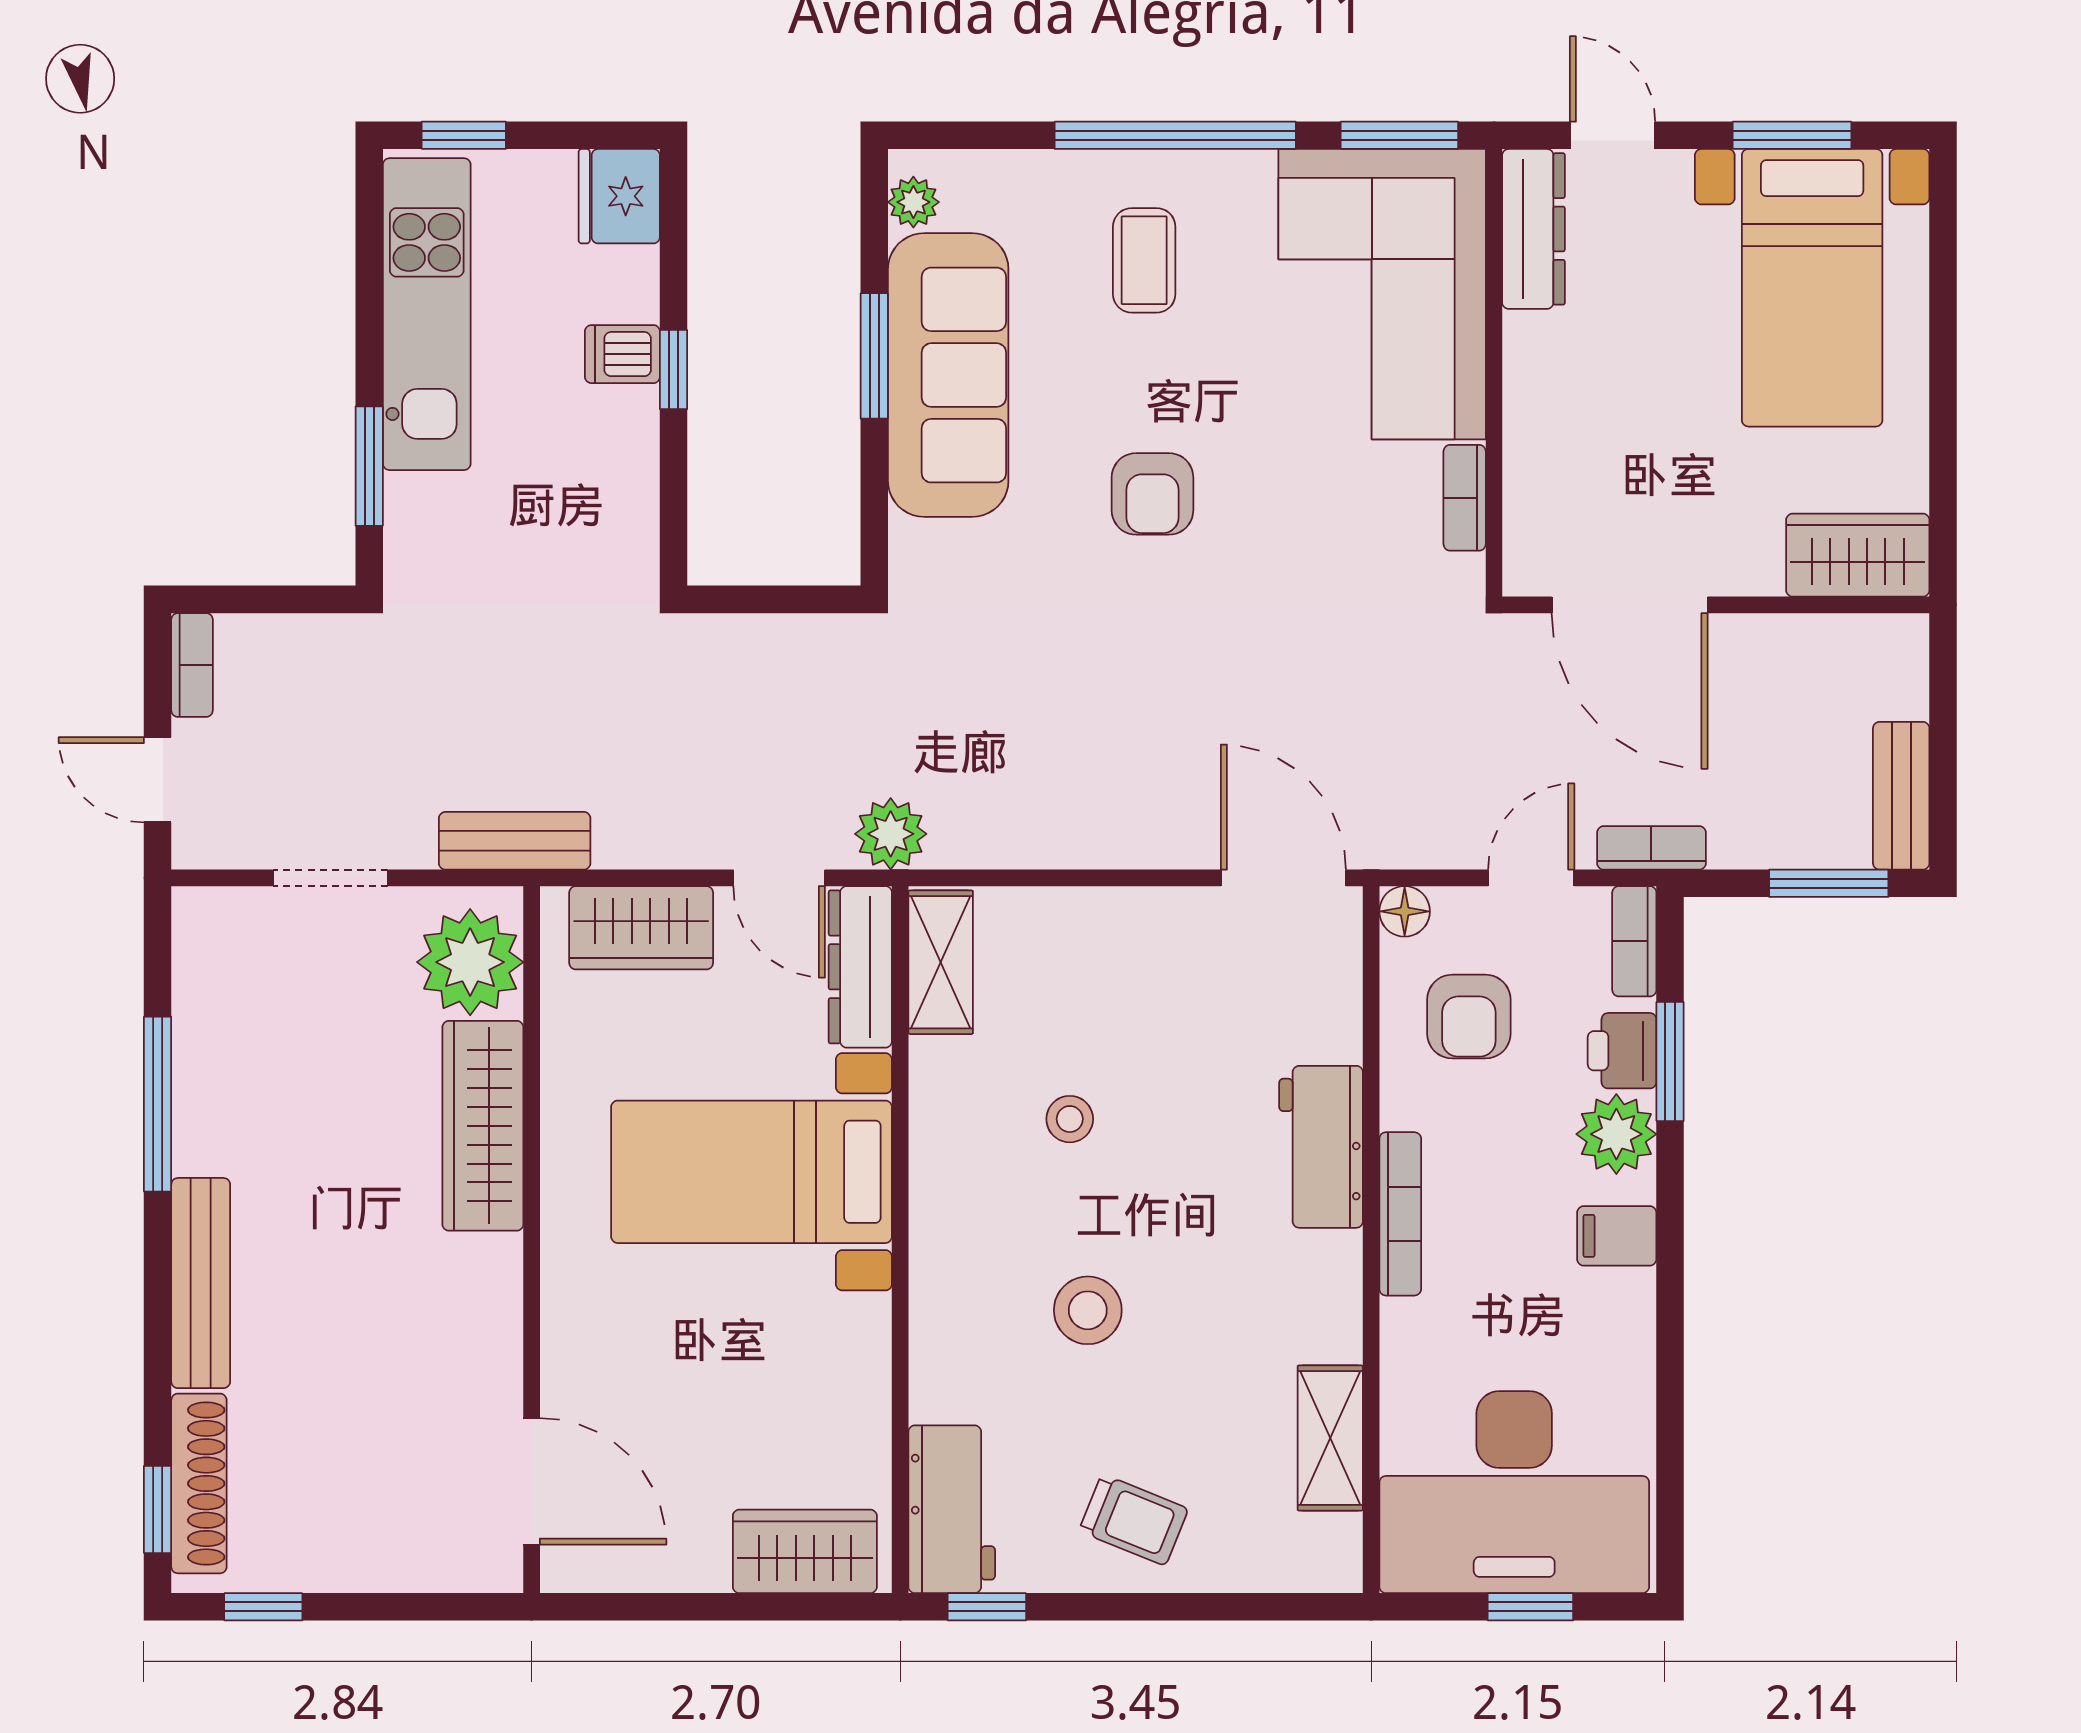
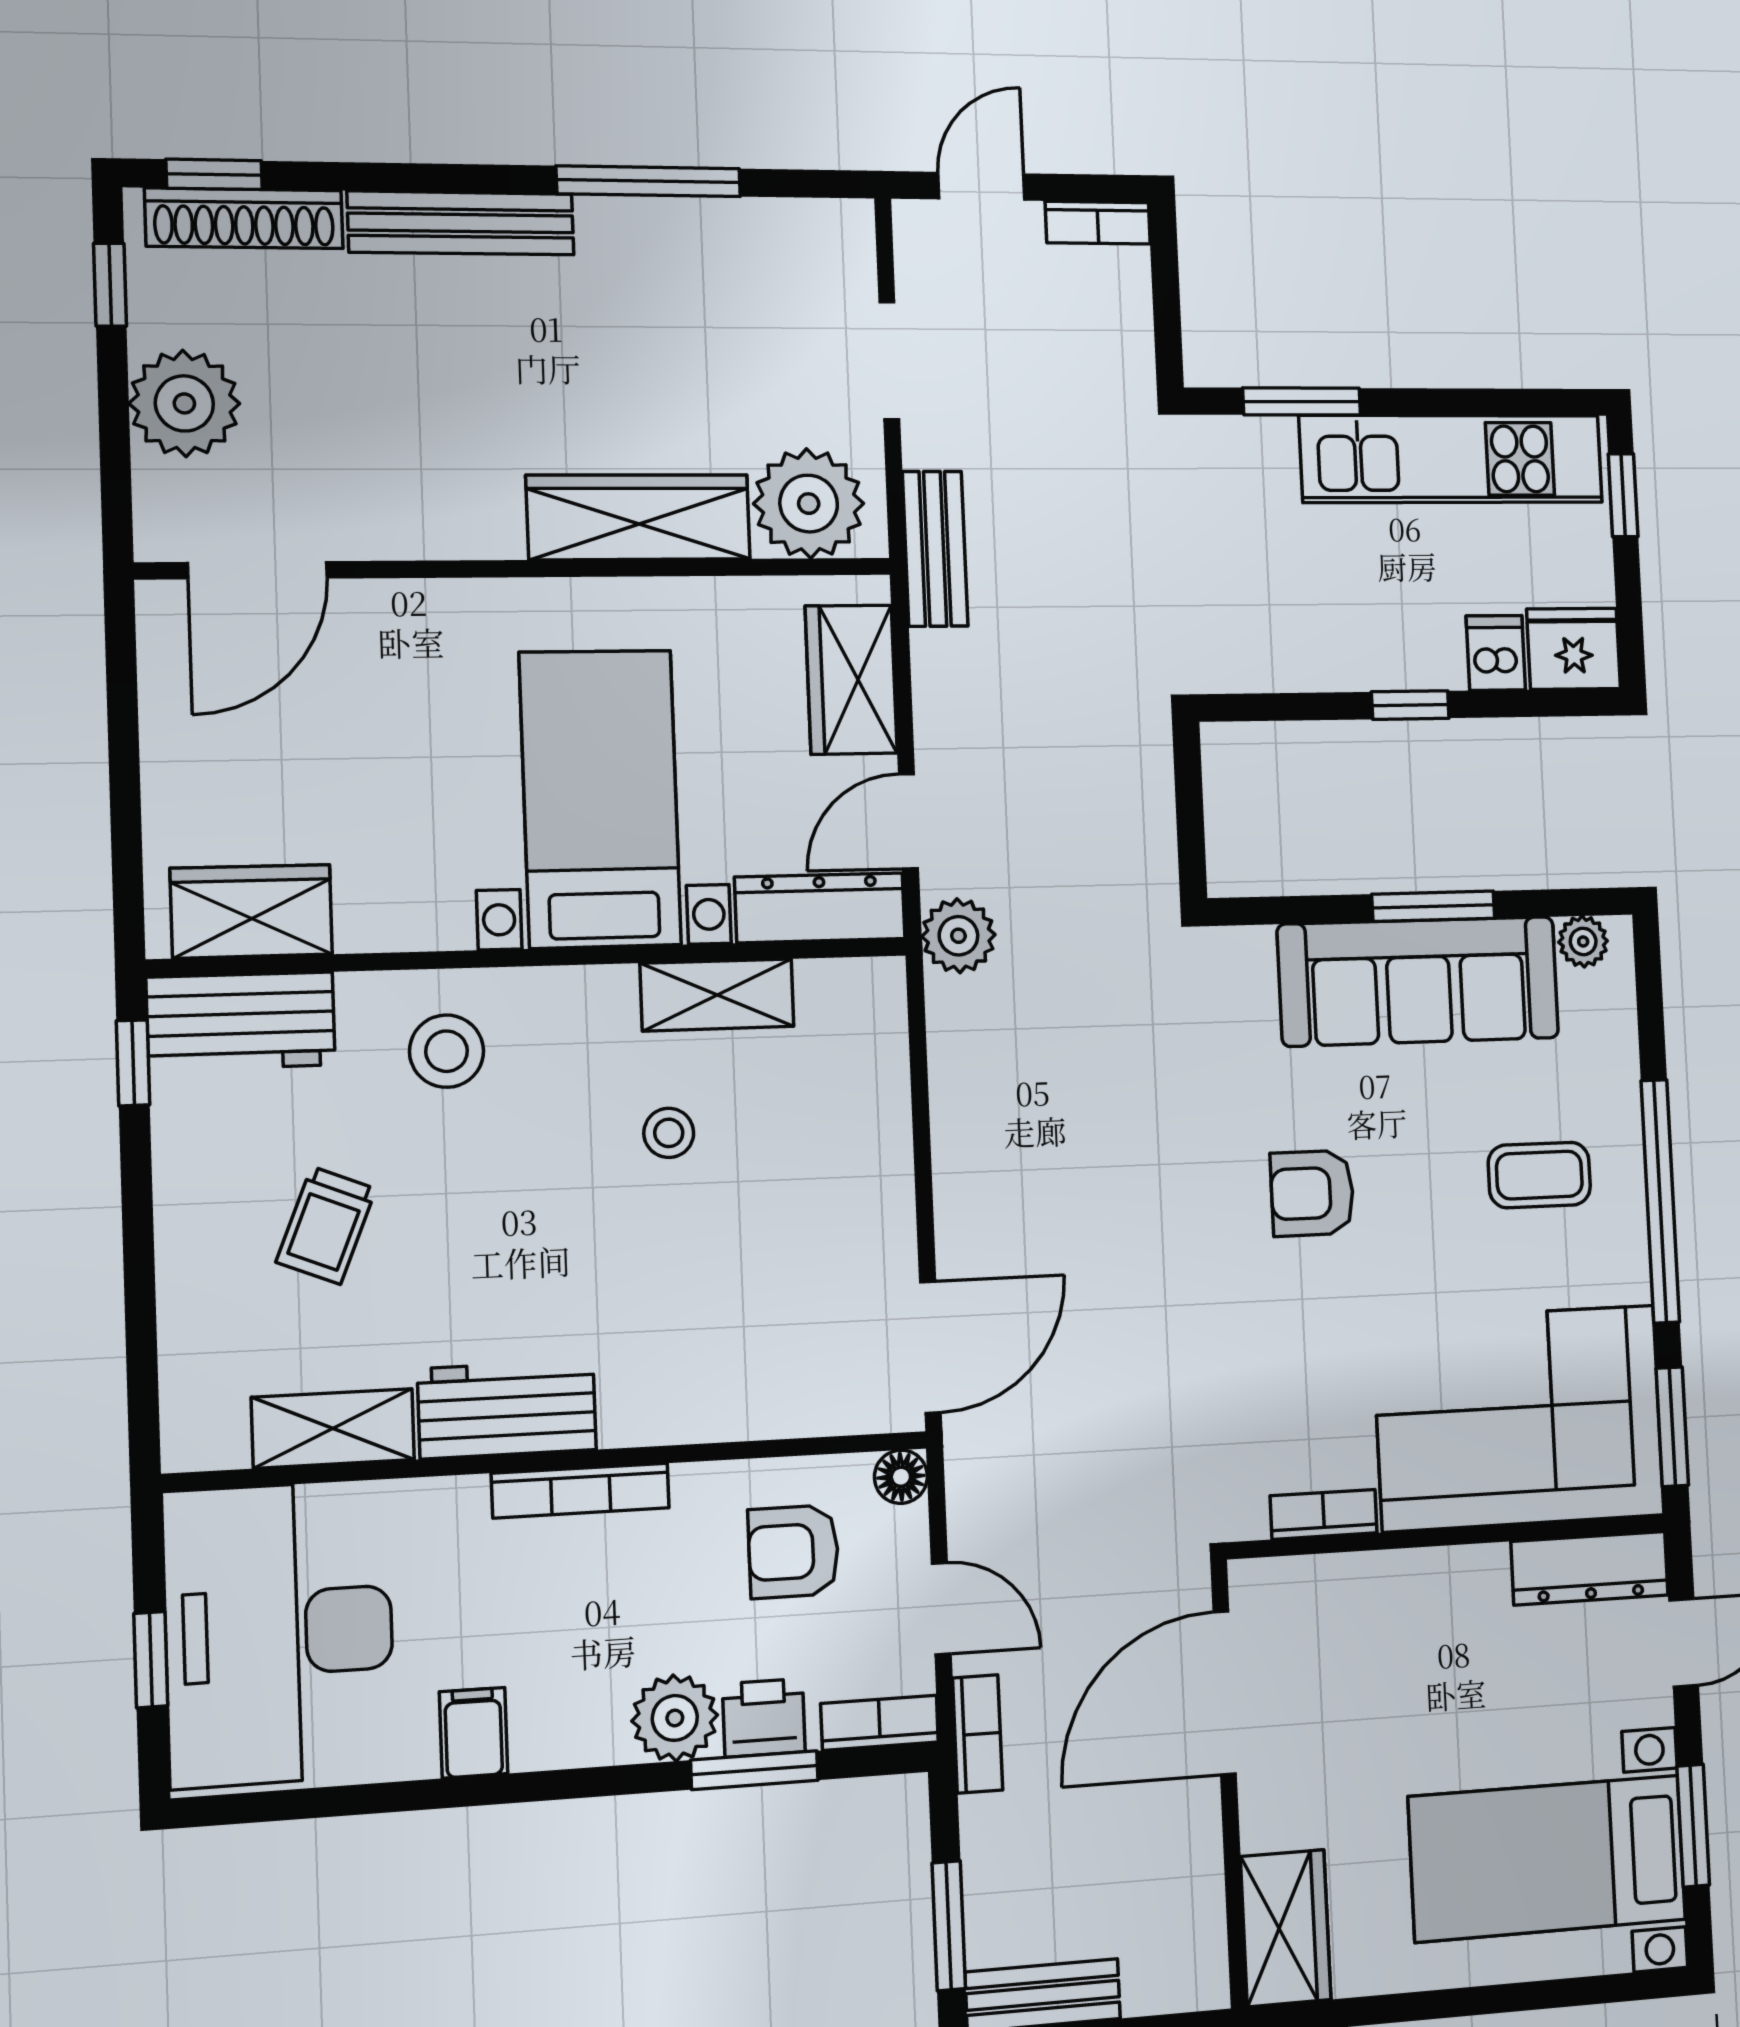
dishwasher: (622, 354) -> (1496, 653), moved
shelving: (941, 962) -> (717, 995), moved
workbench: (1321, 1147) -> (507, 1409), moved
filing cabinet: (1617, 1236) -> (474, 1733), moved
stool: (1088, 1310) -> (447, 1051), moved
trolley: (1134, 1520) -> (326, 1225), moved
plant: (375, 1543) -> (184, 403), added
wardrobe: (805, 1551) -> (251, 911), moved, turned -90

